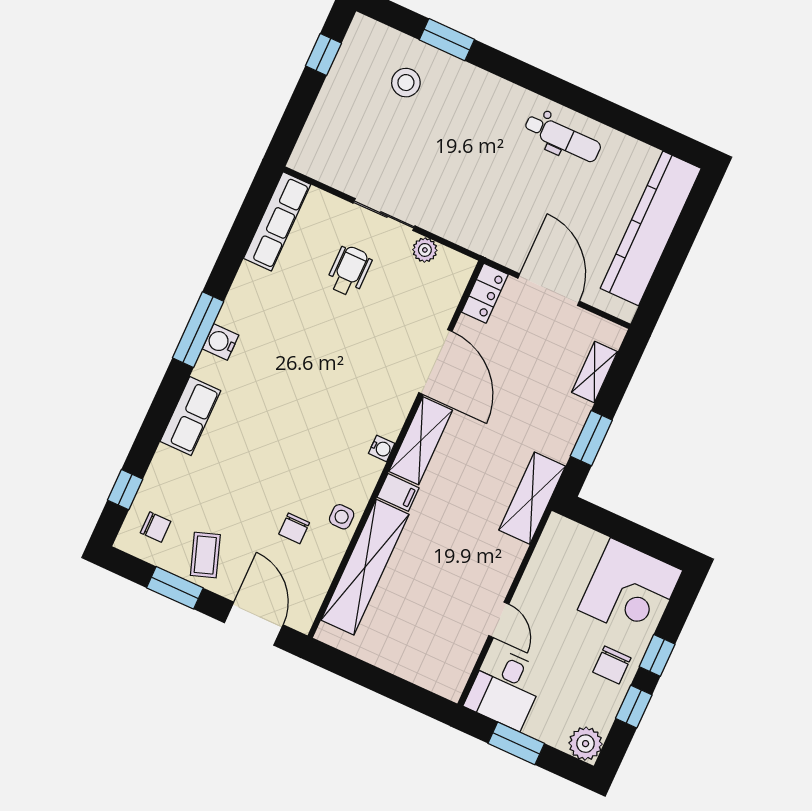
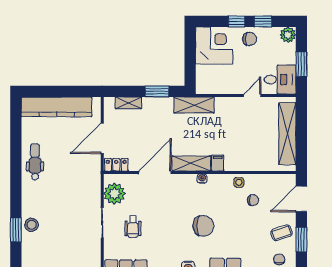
stool: (406, 83) -> (32, 225), moved
plant: (425, 250) -> (114, 194), width x1.88, depth x1.88
wheelchair: (349, 271) -> (133, 227), turned -90
chair: (288, 409) -> (203, 226), added
shelving: (365, 567) -> (287, 134), moved, turned 90

